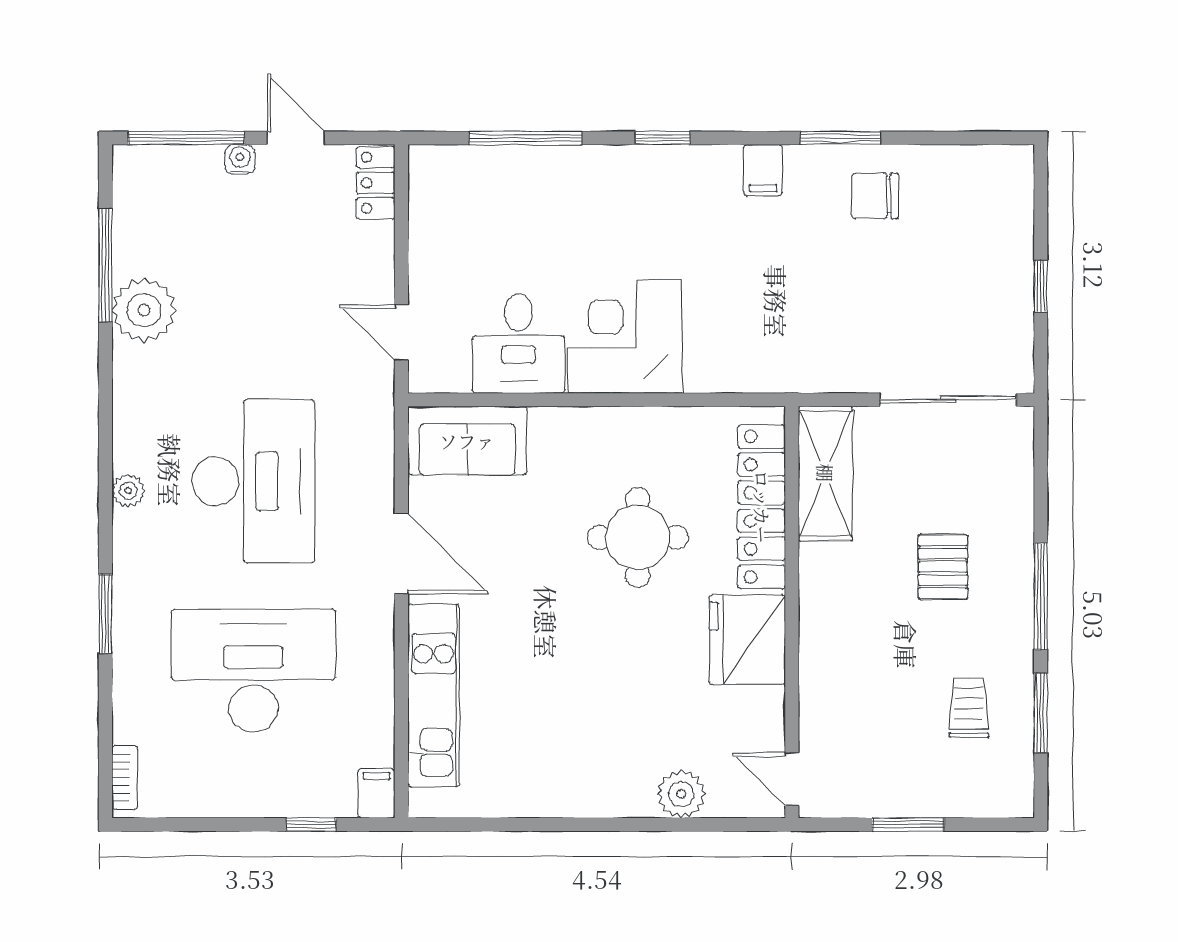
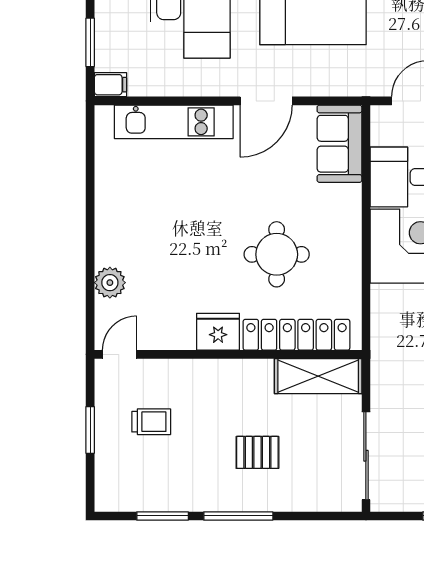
fridge: (747, 639) -> (218, 332), width x0.73, depth x0.75
trolley: (969, 708) -> (151, 422), moved
window: (311, 824) -> (90, 42), width x1.50

